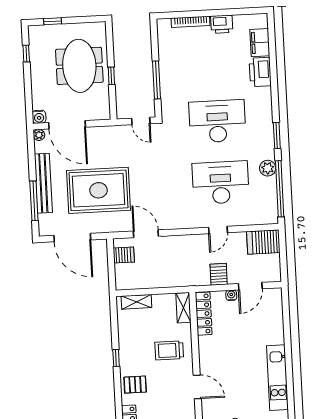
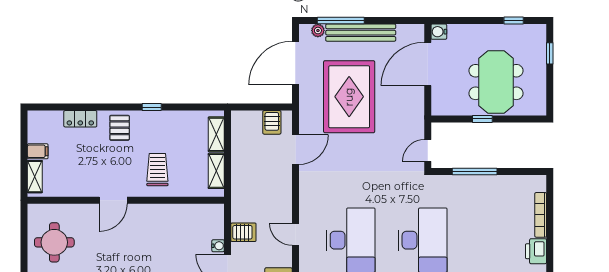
meeting table: (79, 66) -> (496, 82), turned 90
plant: (39, 135) -> (318, 31), moved
shelving: (183, 308) -> (216, 171), moved, turned 90
locker: (204, 314) -> (198, 212), removed

